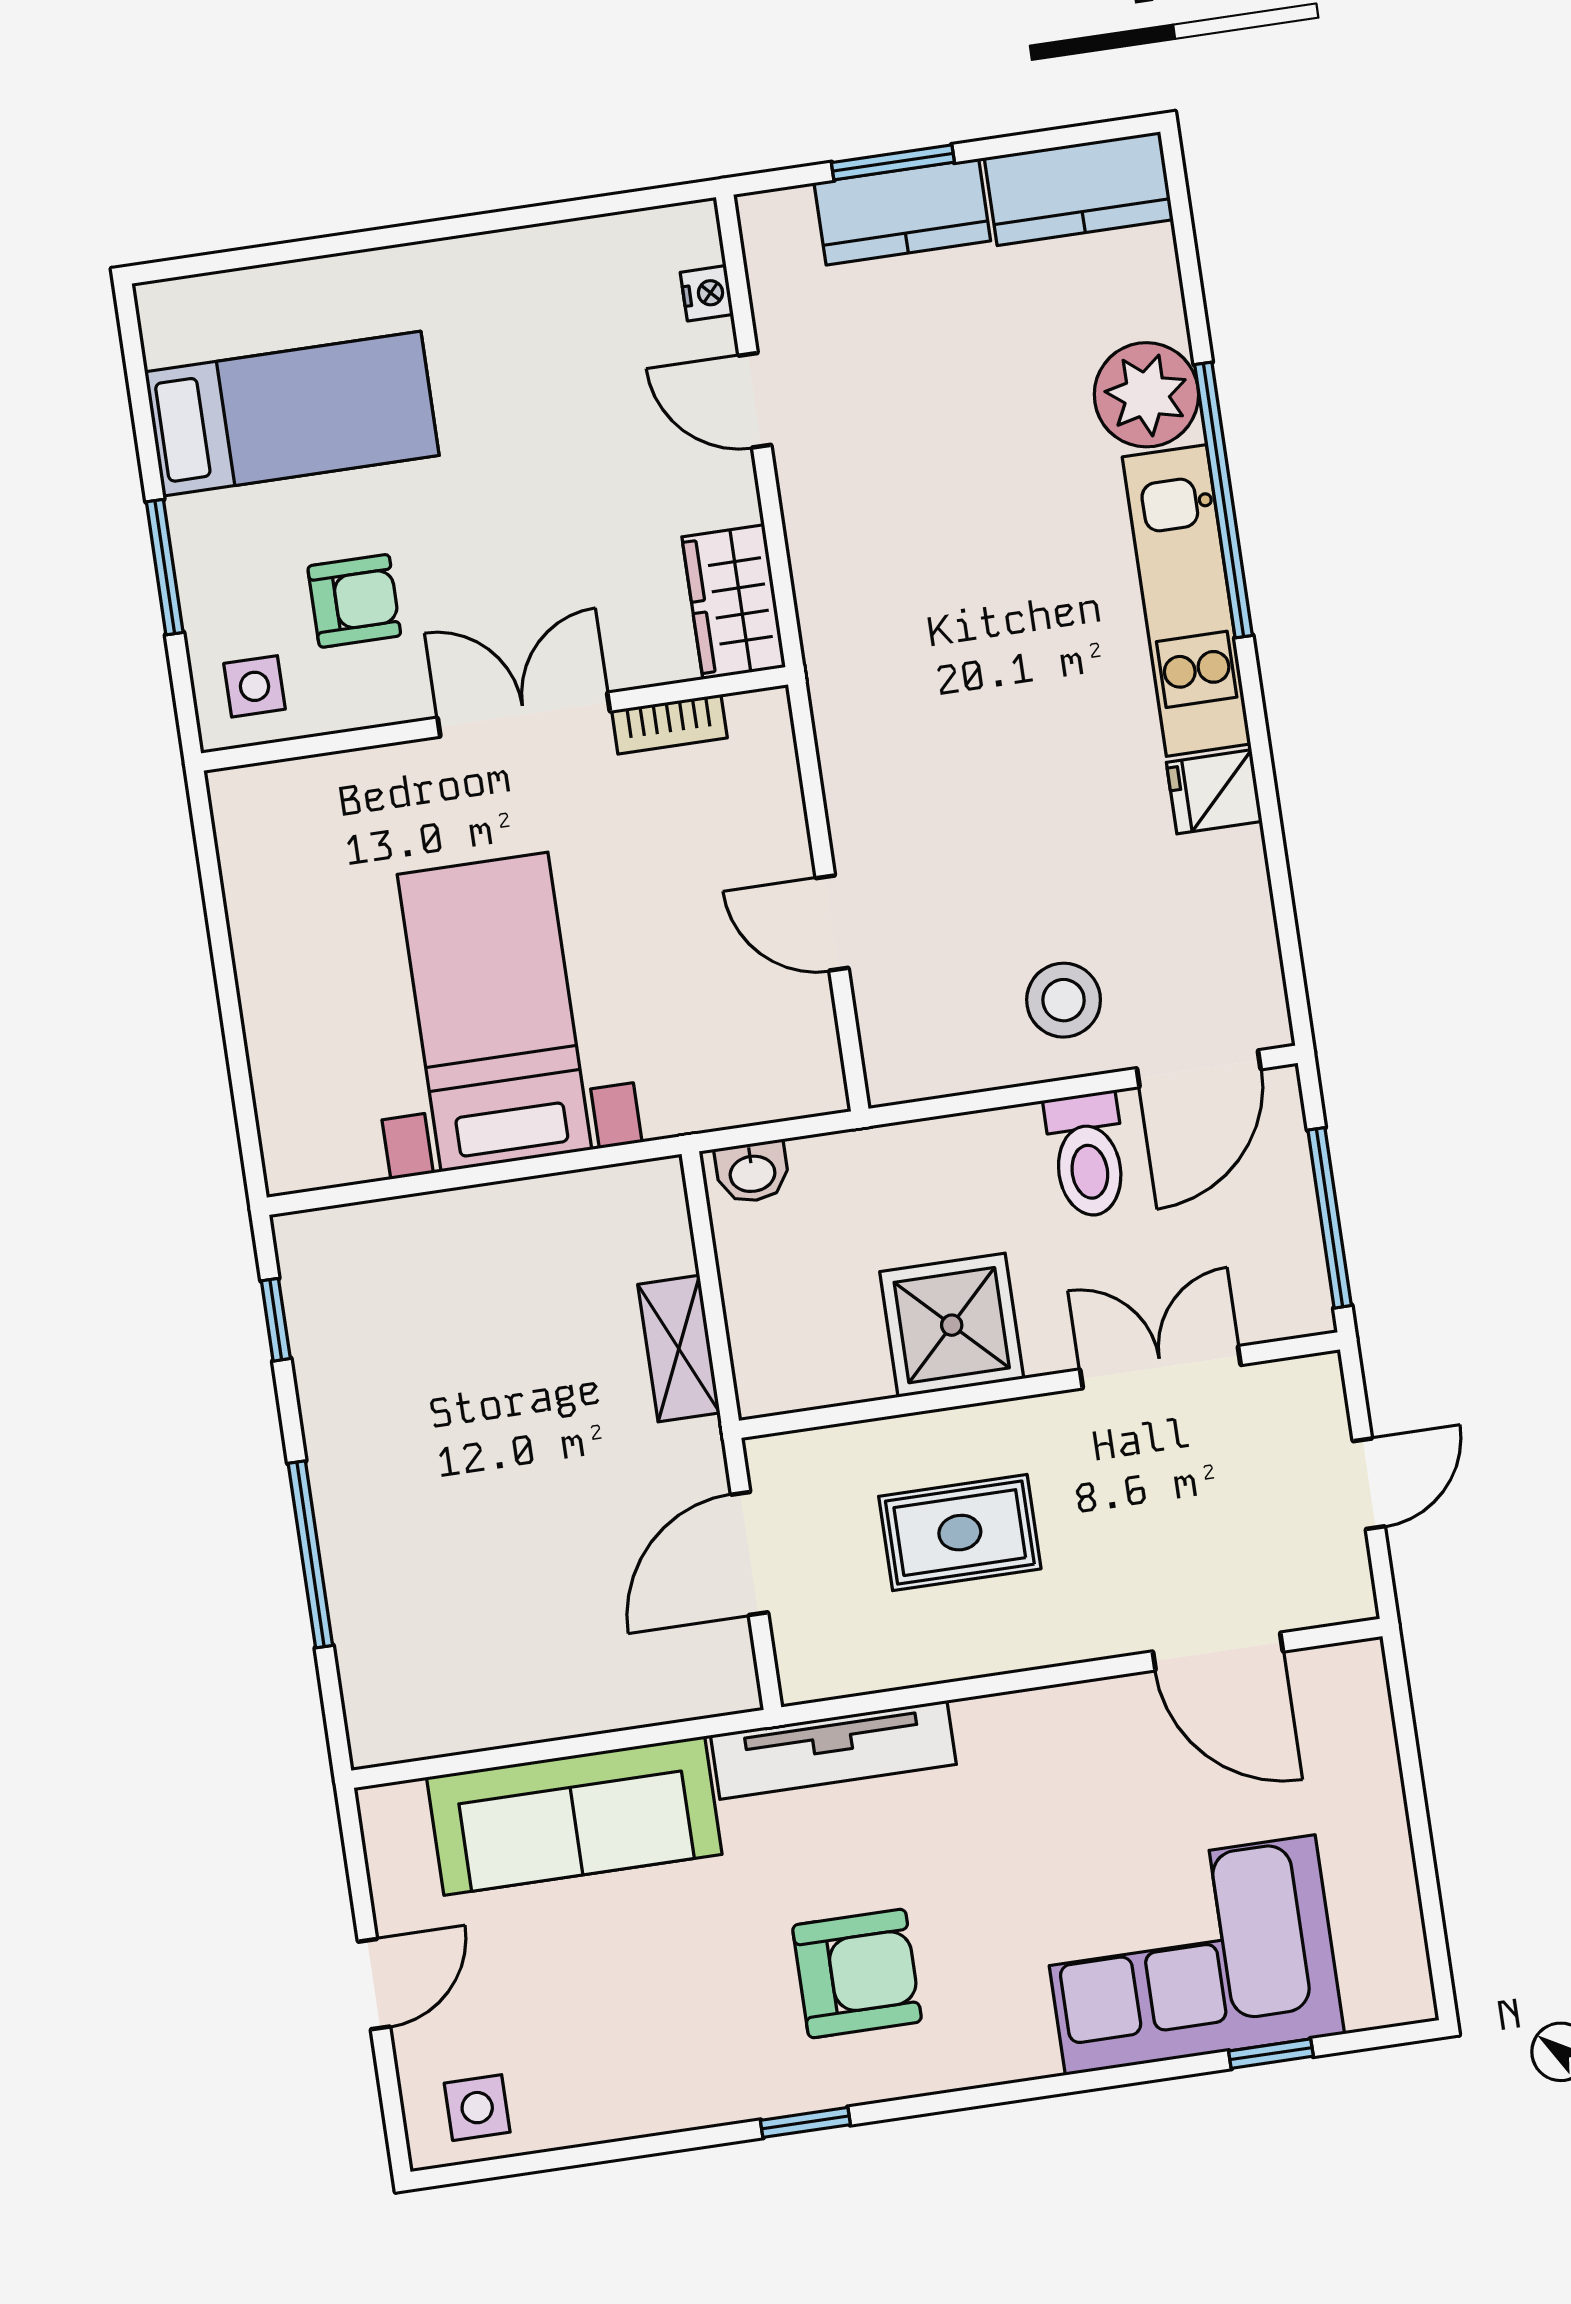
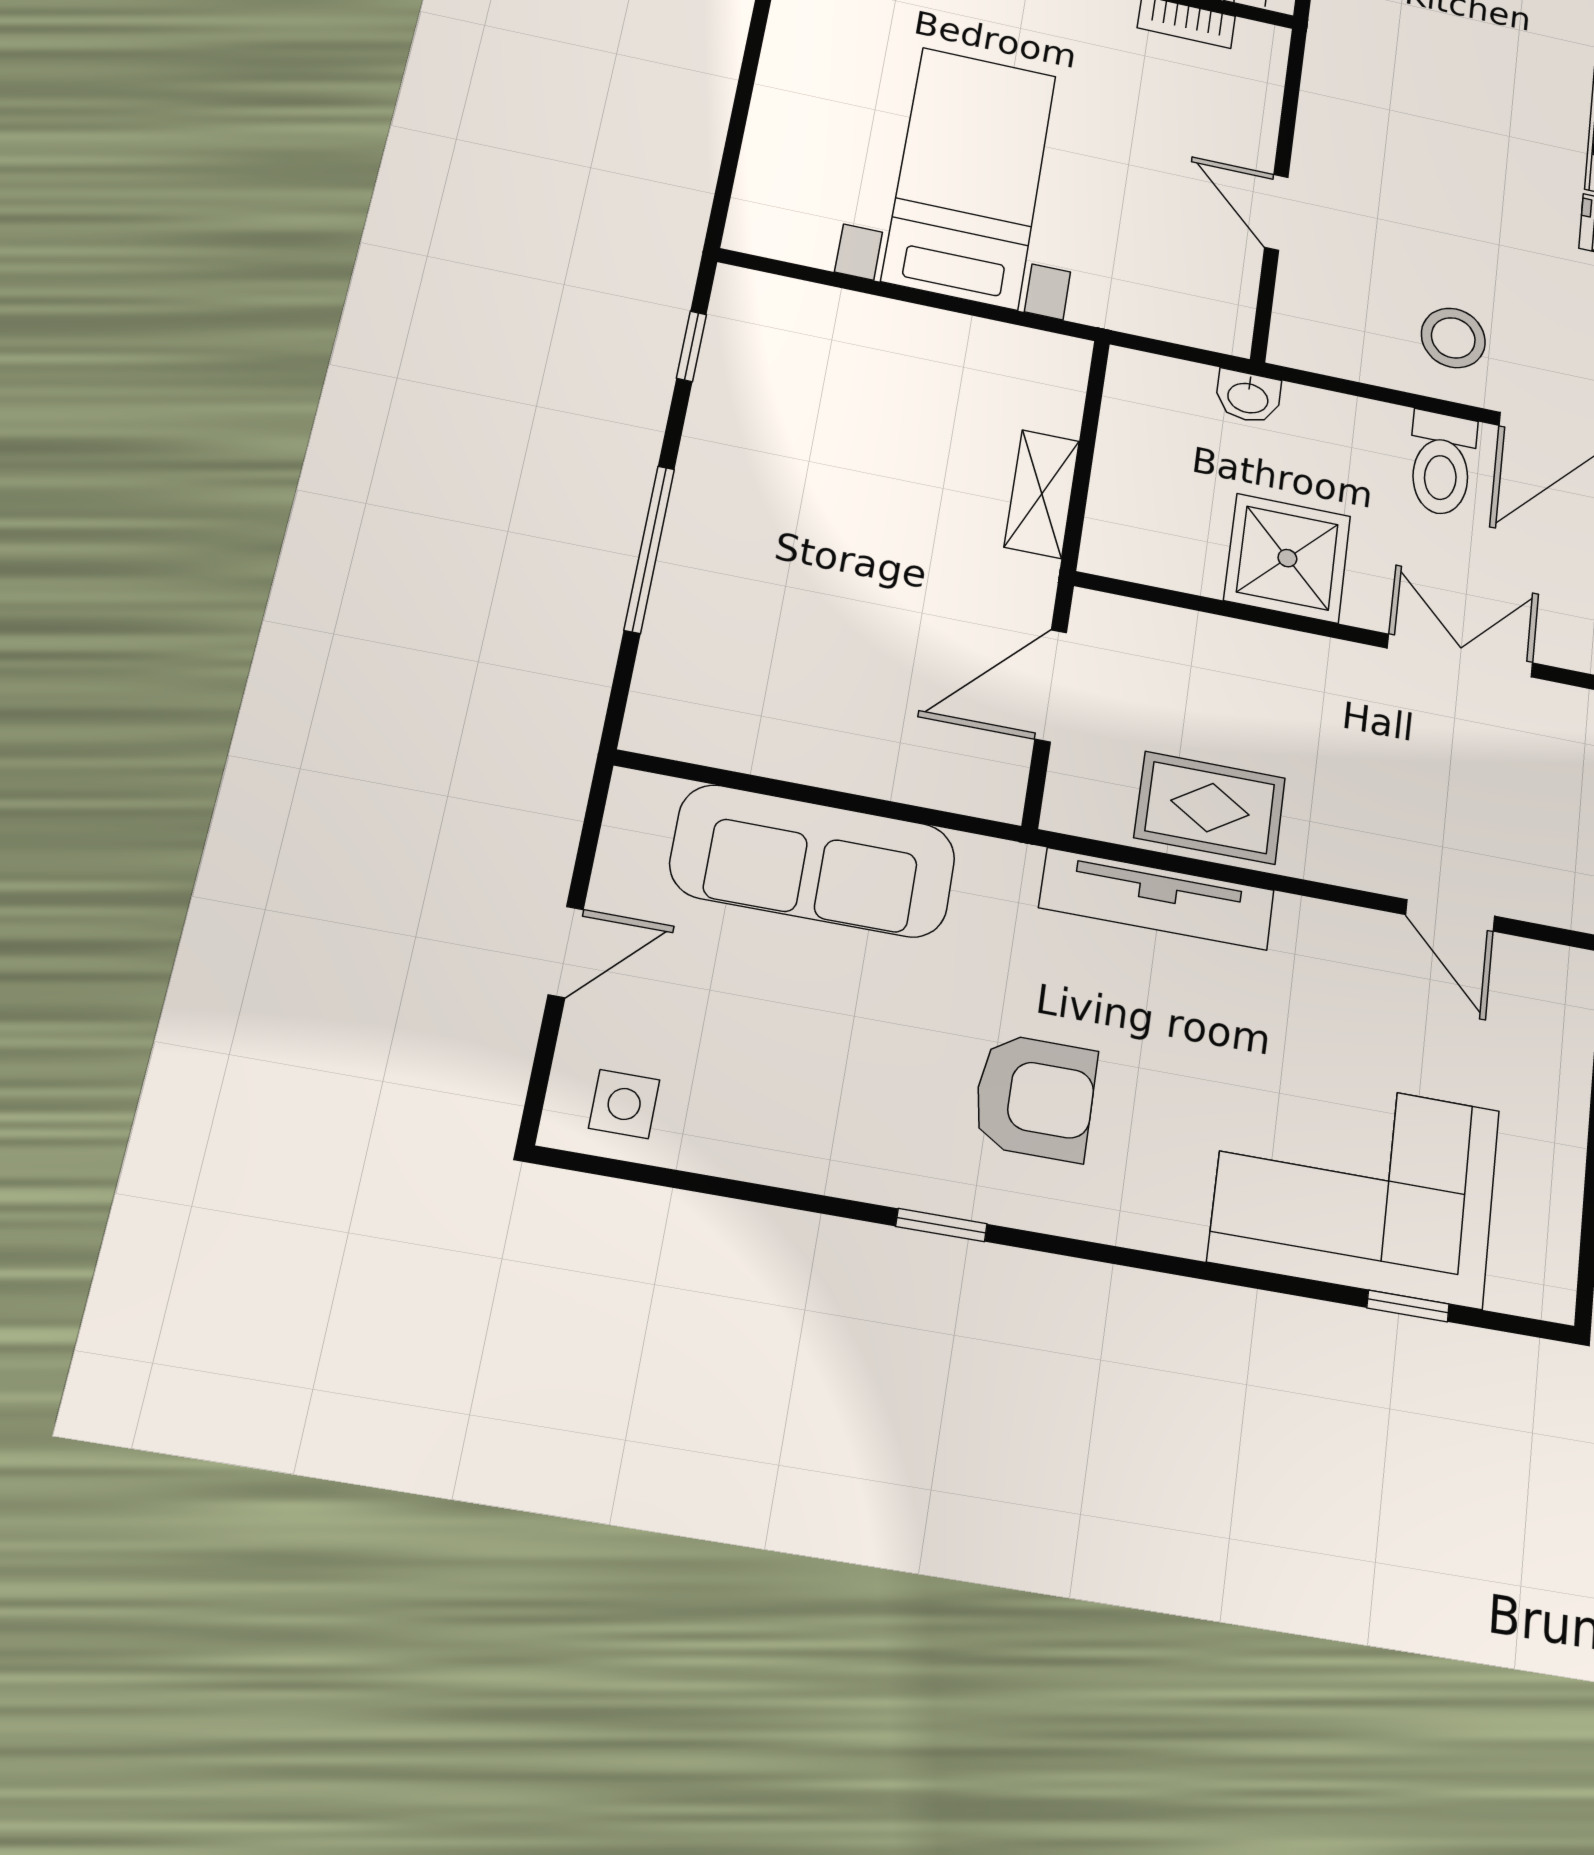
washbasin: (752, 1172) -> (1248, 397), moved
rug: (960, 1533) -> (1210, 808), moved
door: (1218, 1652) -> (1450, 915), width x0.73
tv unit: (833, 1750) -> (1157, 899), moved

